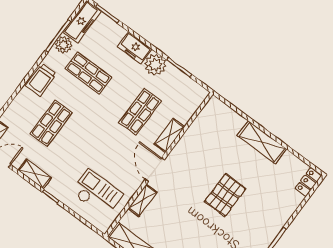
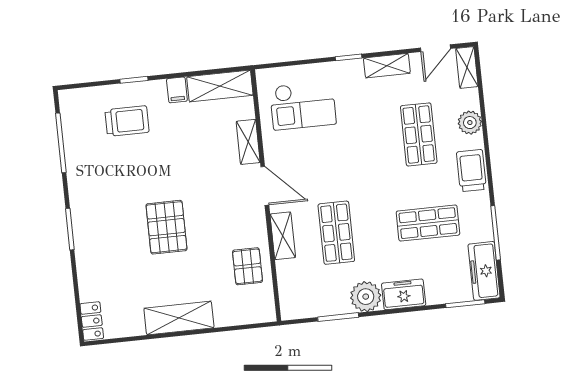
plant: (64, 45) -> (470, 123), moved
pallet: (202, 136) -> (248, 266), added

